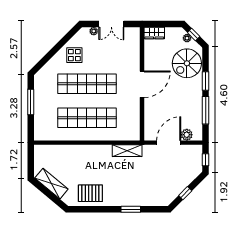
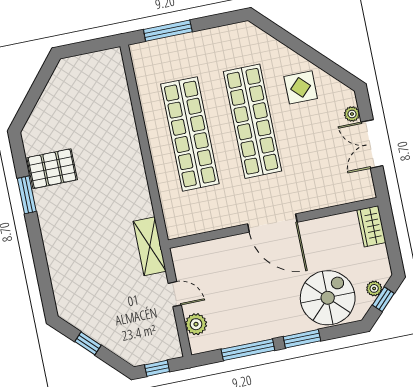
spiral stairs: (187, 63) -> (328, 298), turned 90
window: (31, 102) -> (168, 31), moved
door: (169, 143) -> (175, 294), width x0.53
shelving: (127, 151) -> (150, 246), moved
shelving: (51, 184) -> (55, 93), removed
pallet: (90, 193) -> (52, 169), turned 90
window: (131, 209) -> (27, 195), moved

